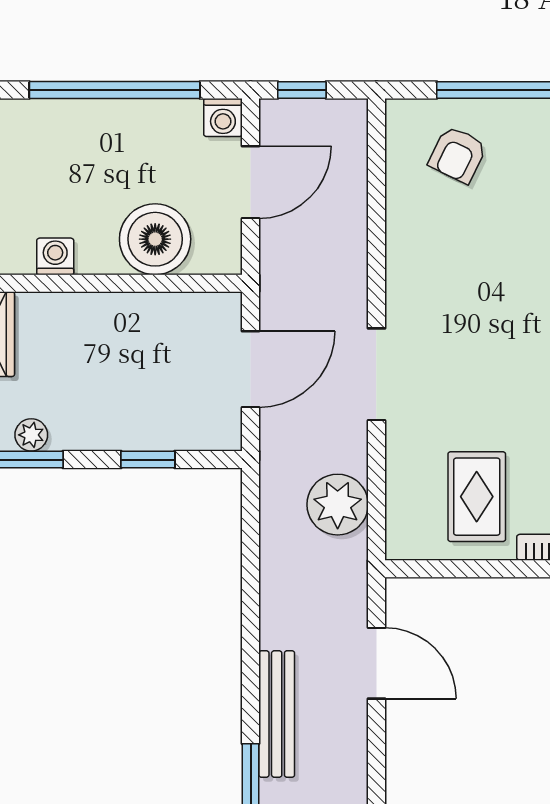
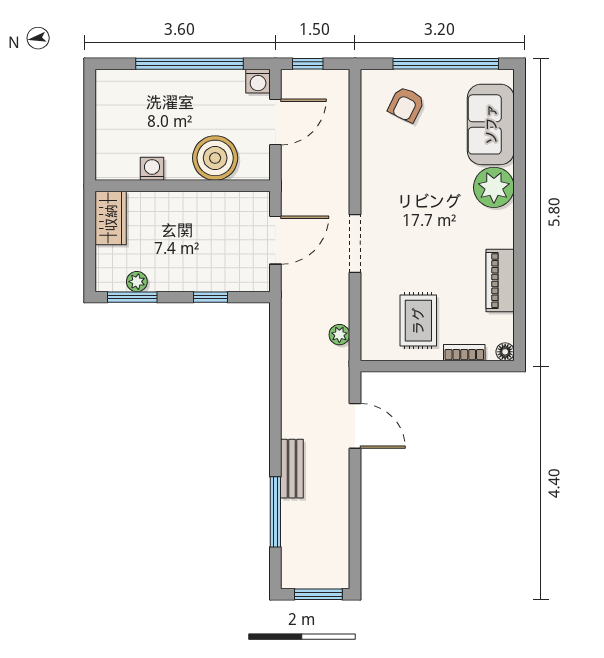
plant: (338, 505) -> (339, 335), width x0.53, depth x0.53
bench: (277, 714) -> (292, 469), width x0.73

